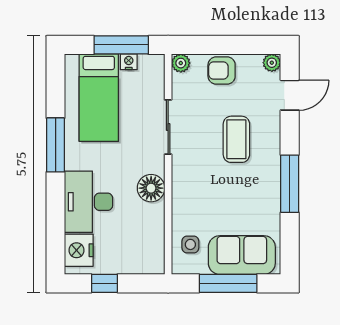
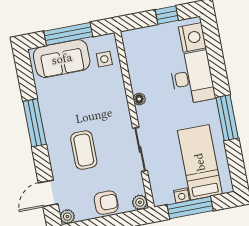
floor lamp: (151, 188) -> (139, 99), width x0.53, depth x0.53

